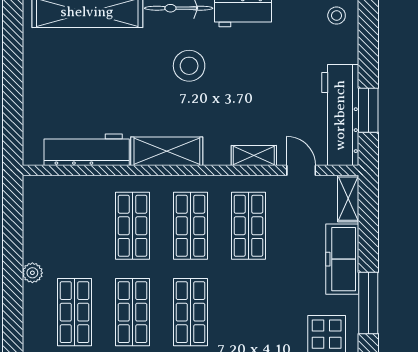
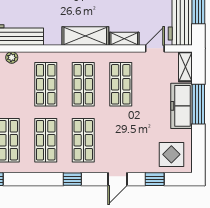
shelving: (167, 151) -> (85, 36), moved
door: (301, 170) -> (155, 48), hinge flipped
plant: (80, 184) -> (12, 57), added
window: (368, 303) -> (198, 104), moved

